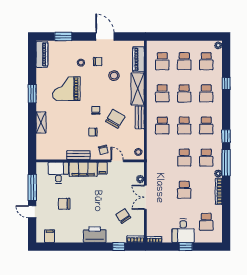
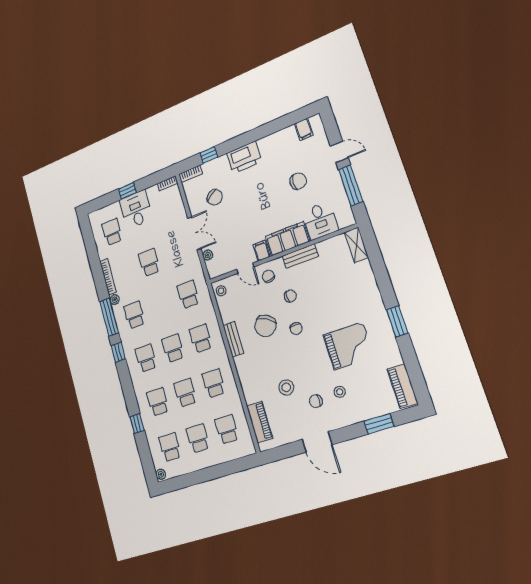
shelving: (138, 89) -> (248, 379), removed
shelving: (41, 122) -> (356, 245), moved
school desk: (184, 158) -> (188, 295), moved

